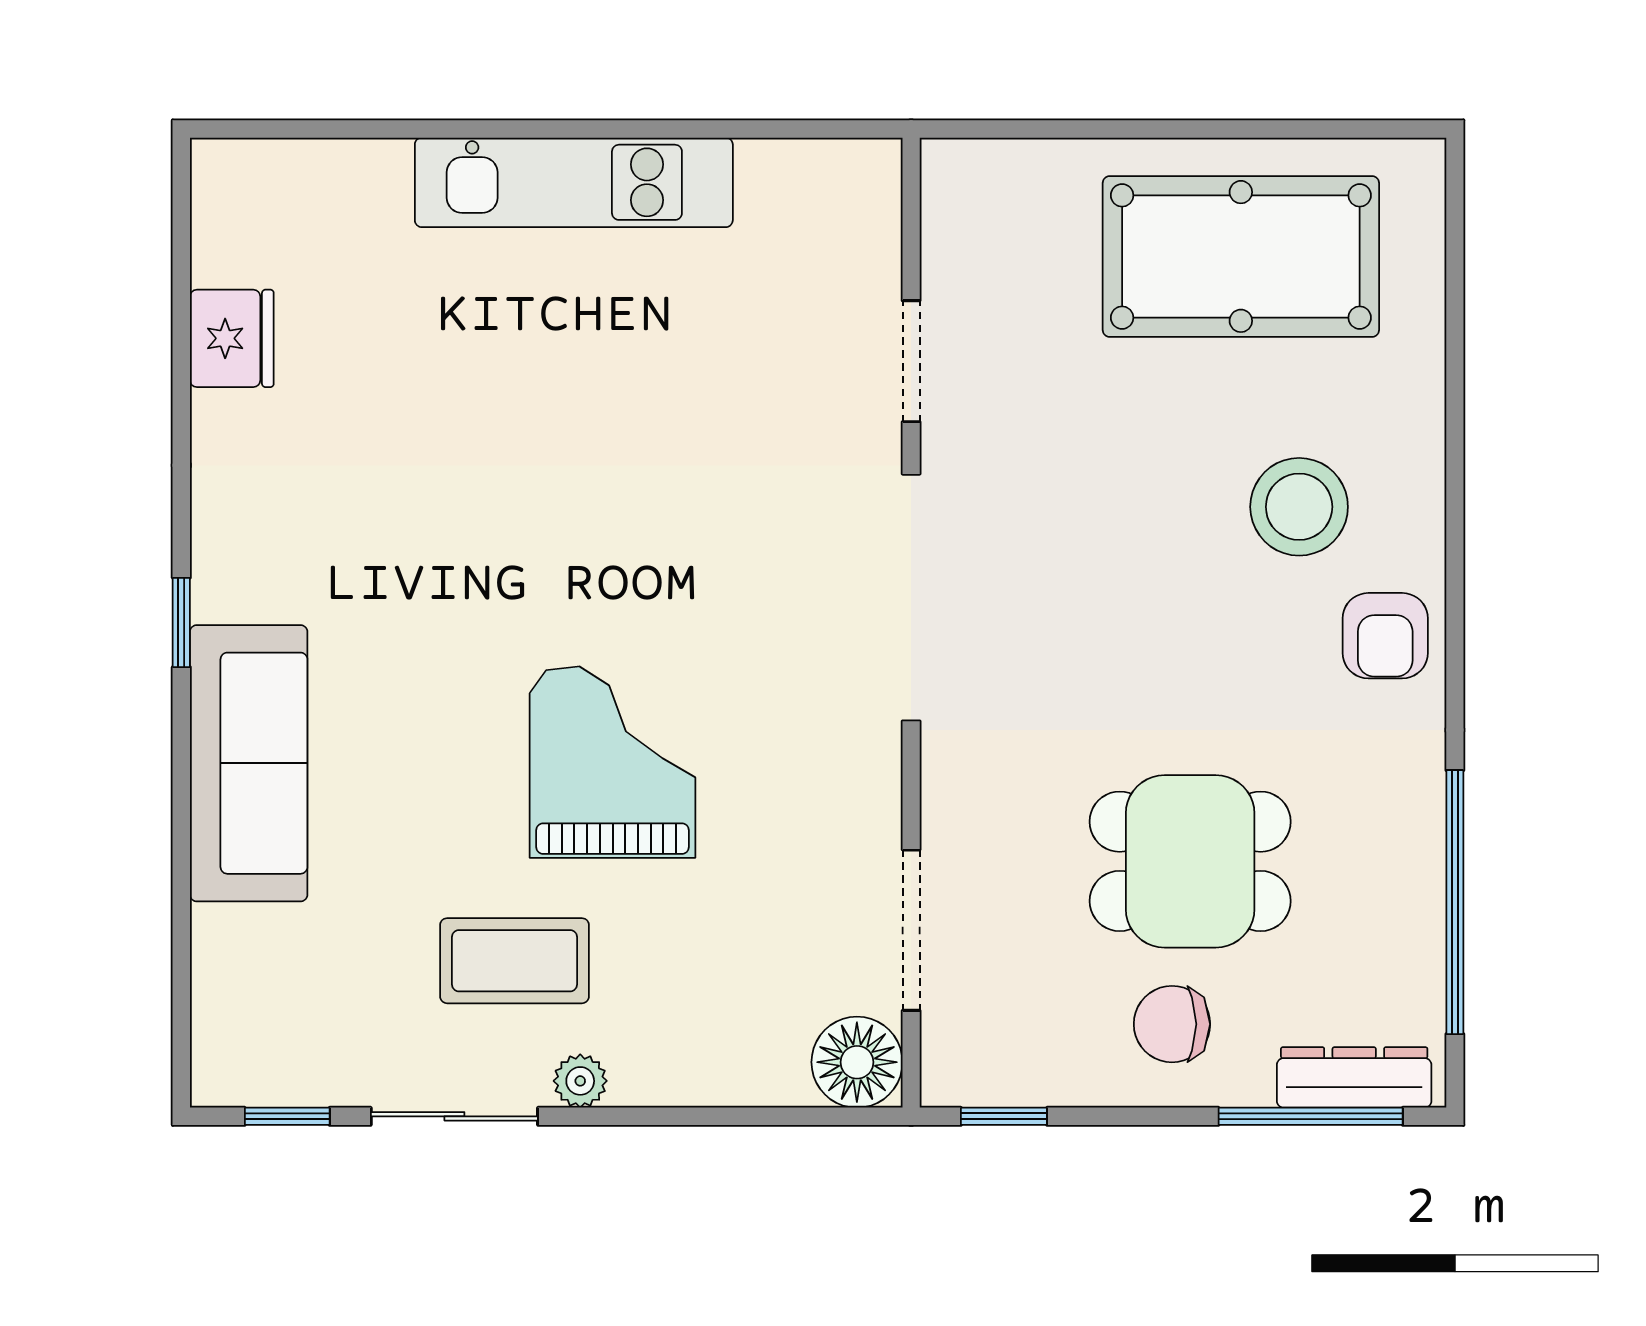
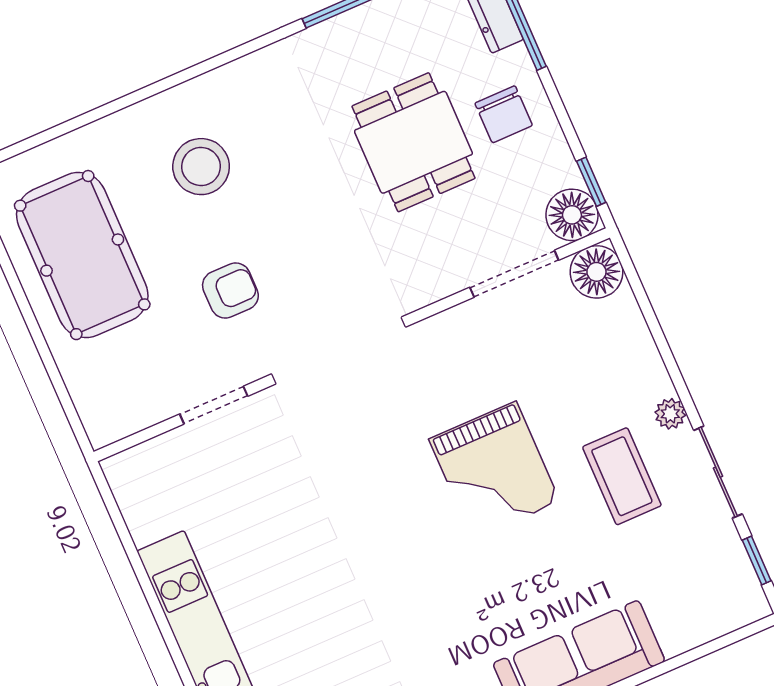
armchair: (1385, 636) -> (230, 290), moved
grand piano: (613, 762) -> (494, 470), turned -90
floor lamp: (965, 1063) -> (572, 215), added

